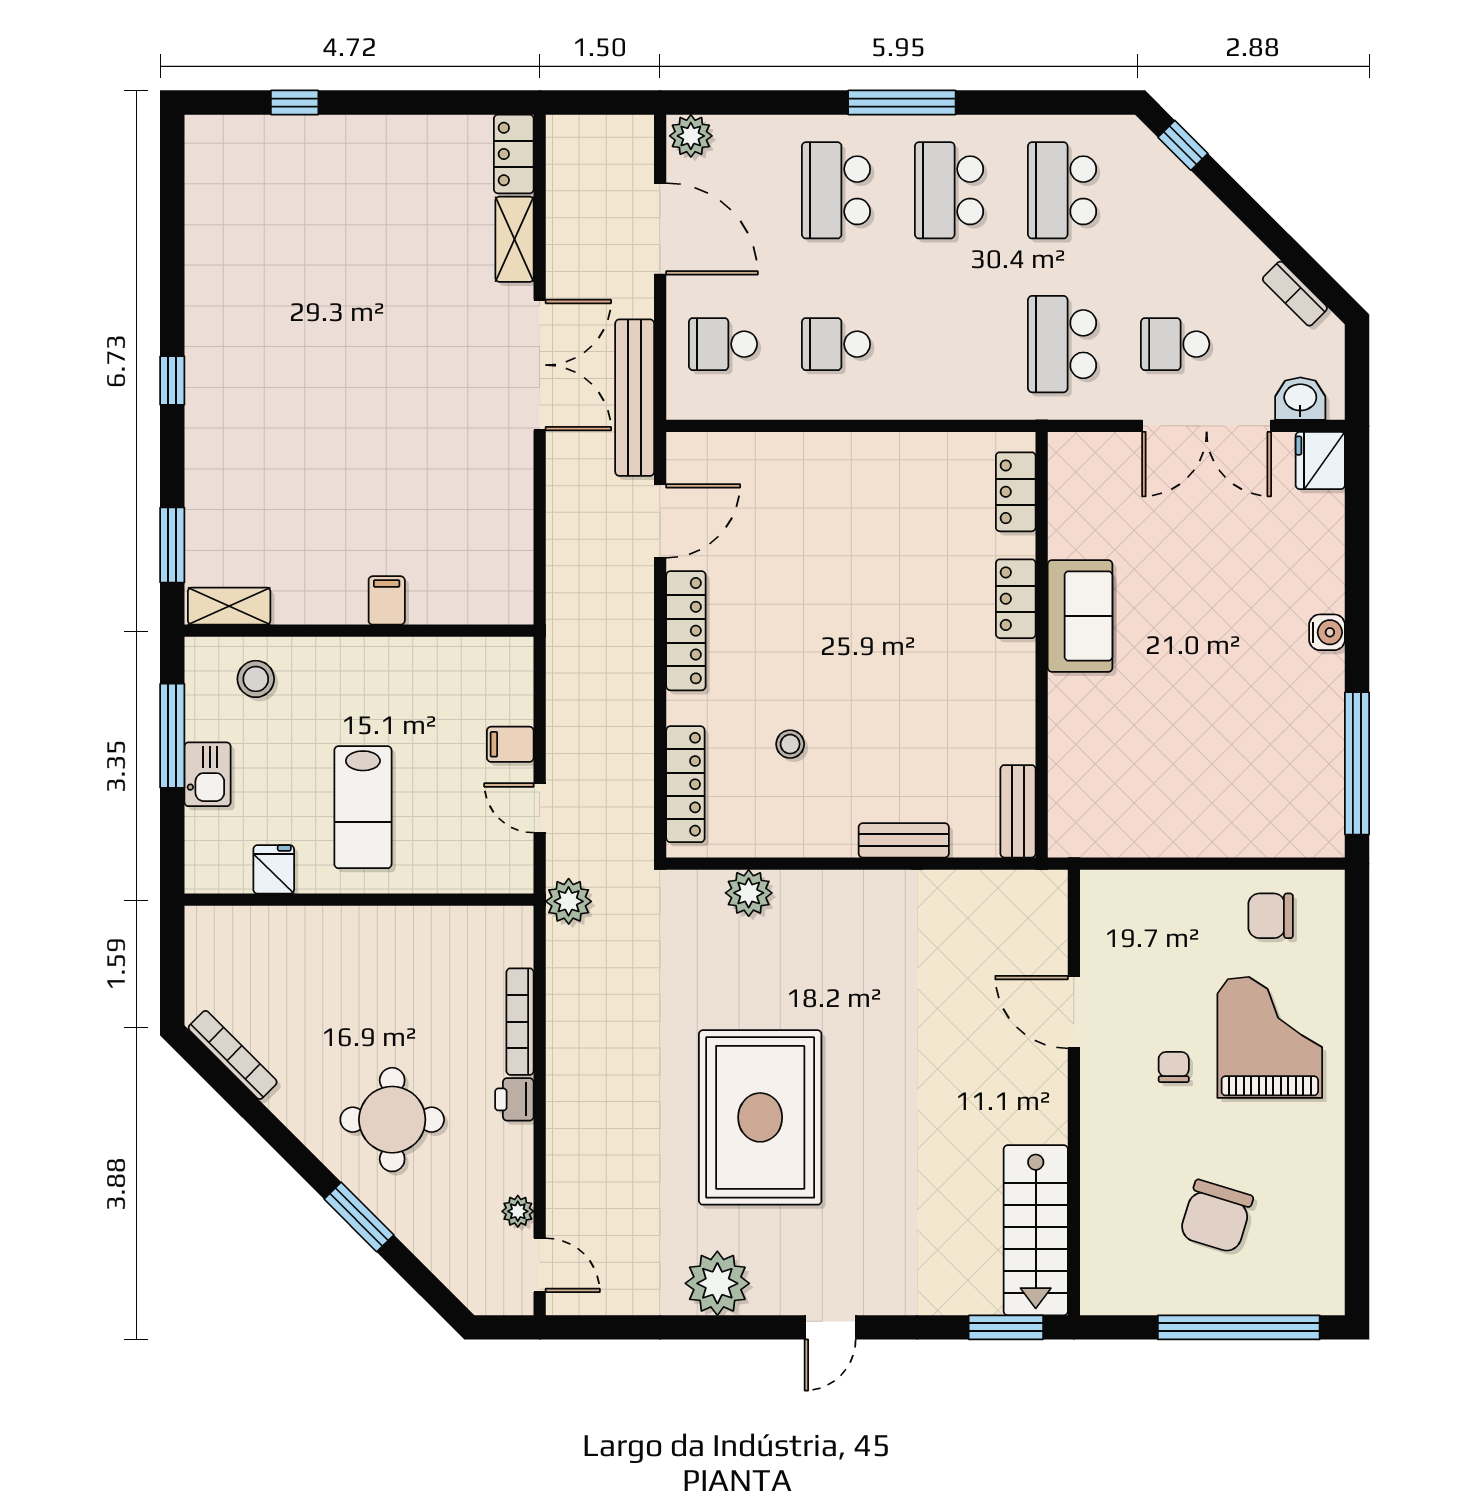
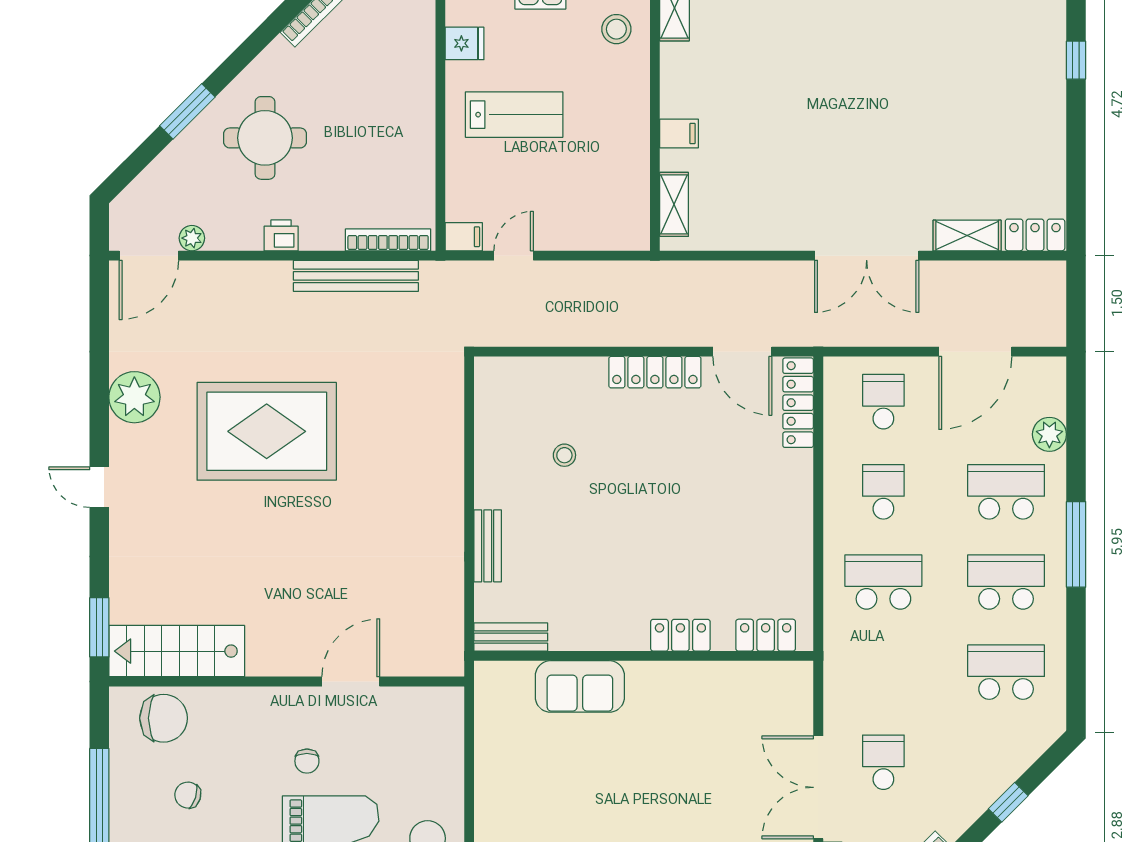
plant: (691, 136) -> (1049, 434), moved
window: (1183, 145) -> (1008, 802), moved
school desk: (1062, 344) -> (883, 582), moved
bench: (635, 398) -> (356, 276), moved
shelving: (476, 607) -> (674, 204), added
sofa: (1080, 616) -> (580, 686), moved
filing cabinet: (510, 744) -> (464, 237), moved, turned 90
locker: (685, 784) -> (798, 403), moved, turned 90
lab bench: (363, 807) -> (514, 115), turned 180
plant: (749, 893) -> (446, 422), removed
plant: (569, 901) -> (439, 279), removed
bookcase: (520, 1022) -> (388, 240), moved
chair: (1174, 1067) -> (307, 761), turned 90
chair: (1216, 1216) -> (188, 795), width x0.54, depth x0.54
chair: (1120, 1247) -> (164, 718), added
door: (540, 1265) -> (149, 256), width x1.38

